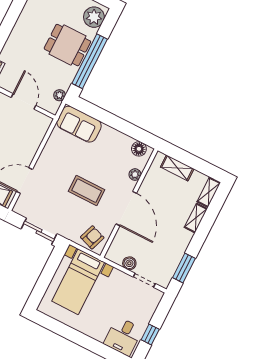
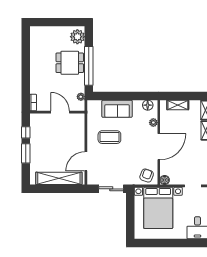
sofa: (79, 124) -> (117, 109), moved
coffee table: (87, 191) -> (109, 137), moved
door: (126, 209) -> (159, 147), hinge flipped
boiler: (129, 263) -> (165, 180), moved
bed with nightstands: (78, 282) -> (158, 208), width x1.36

